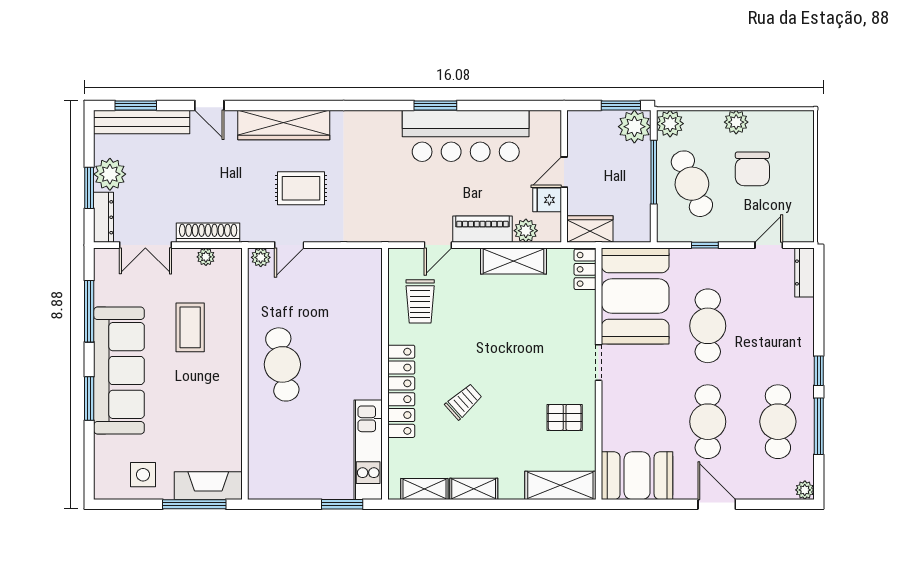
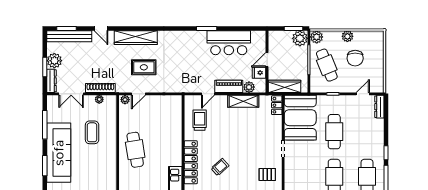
bar counter: (466, 136) -> (229, 43), width x0.73
wardrobe: (590, 229) -> (284, 86), width x1.50
trolley: (420, 301) -> (200, 120), turned 180

